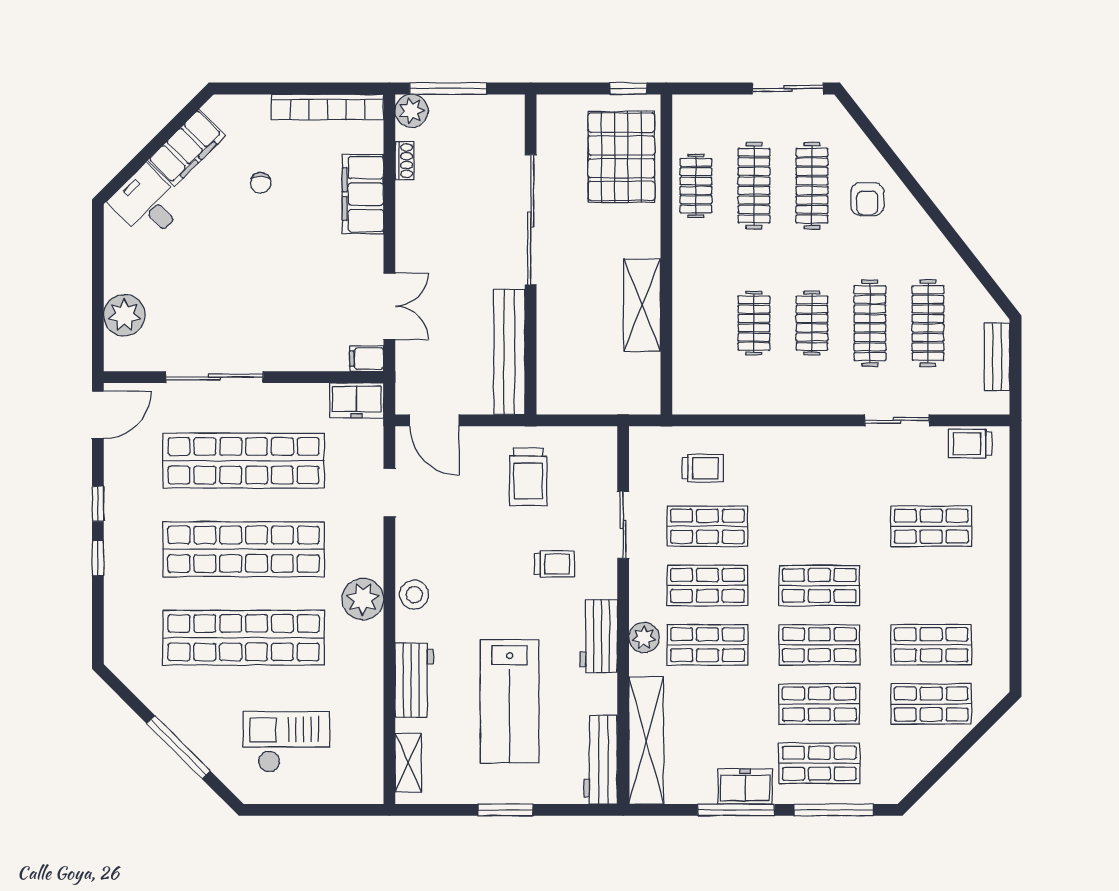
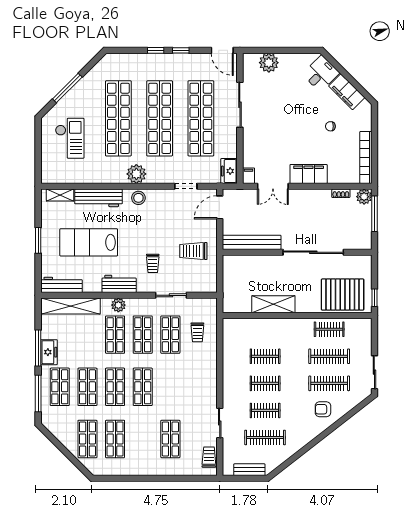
filing cabinet: (363, 194) -> (309, 174), moved
clothes rail: (870, 323) -> (265, 410), width x0.73
workbench: (414, 680) -> (98, 198), width x1.38

